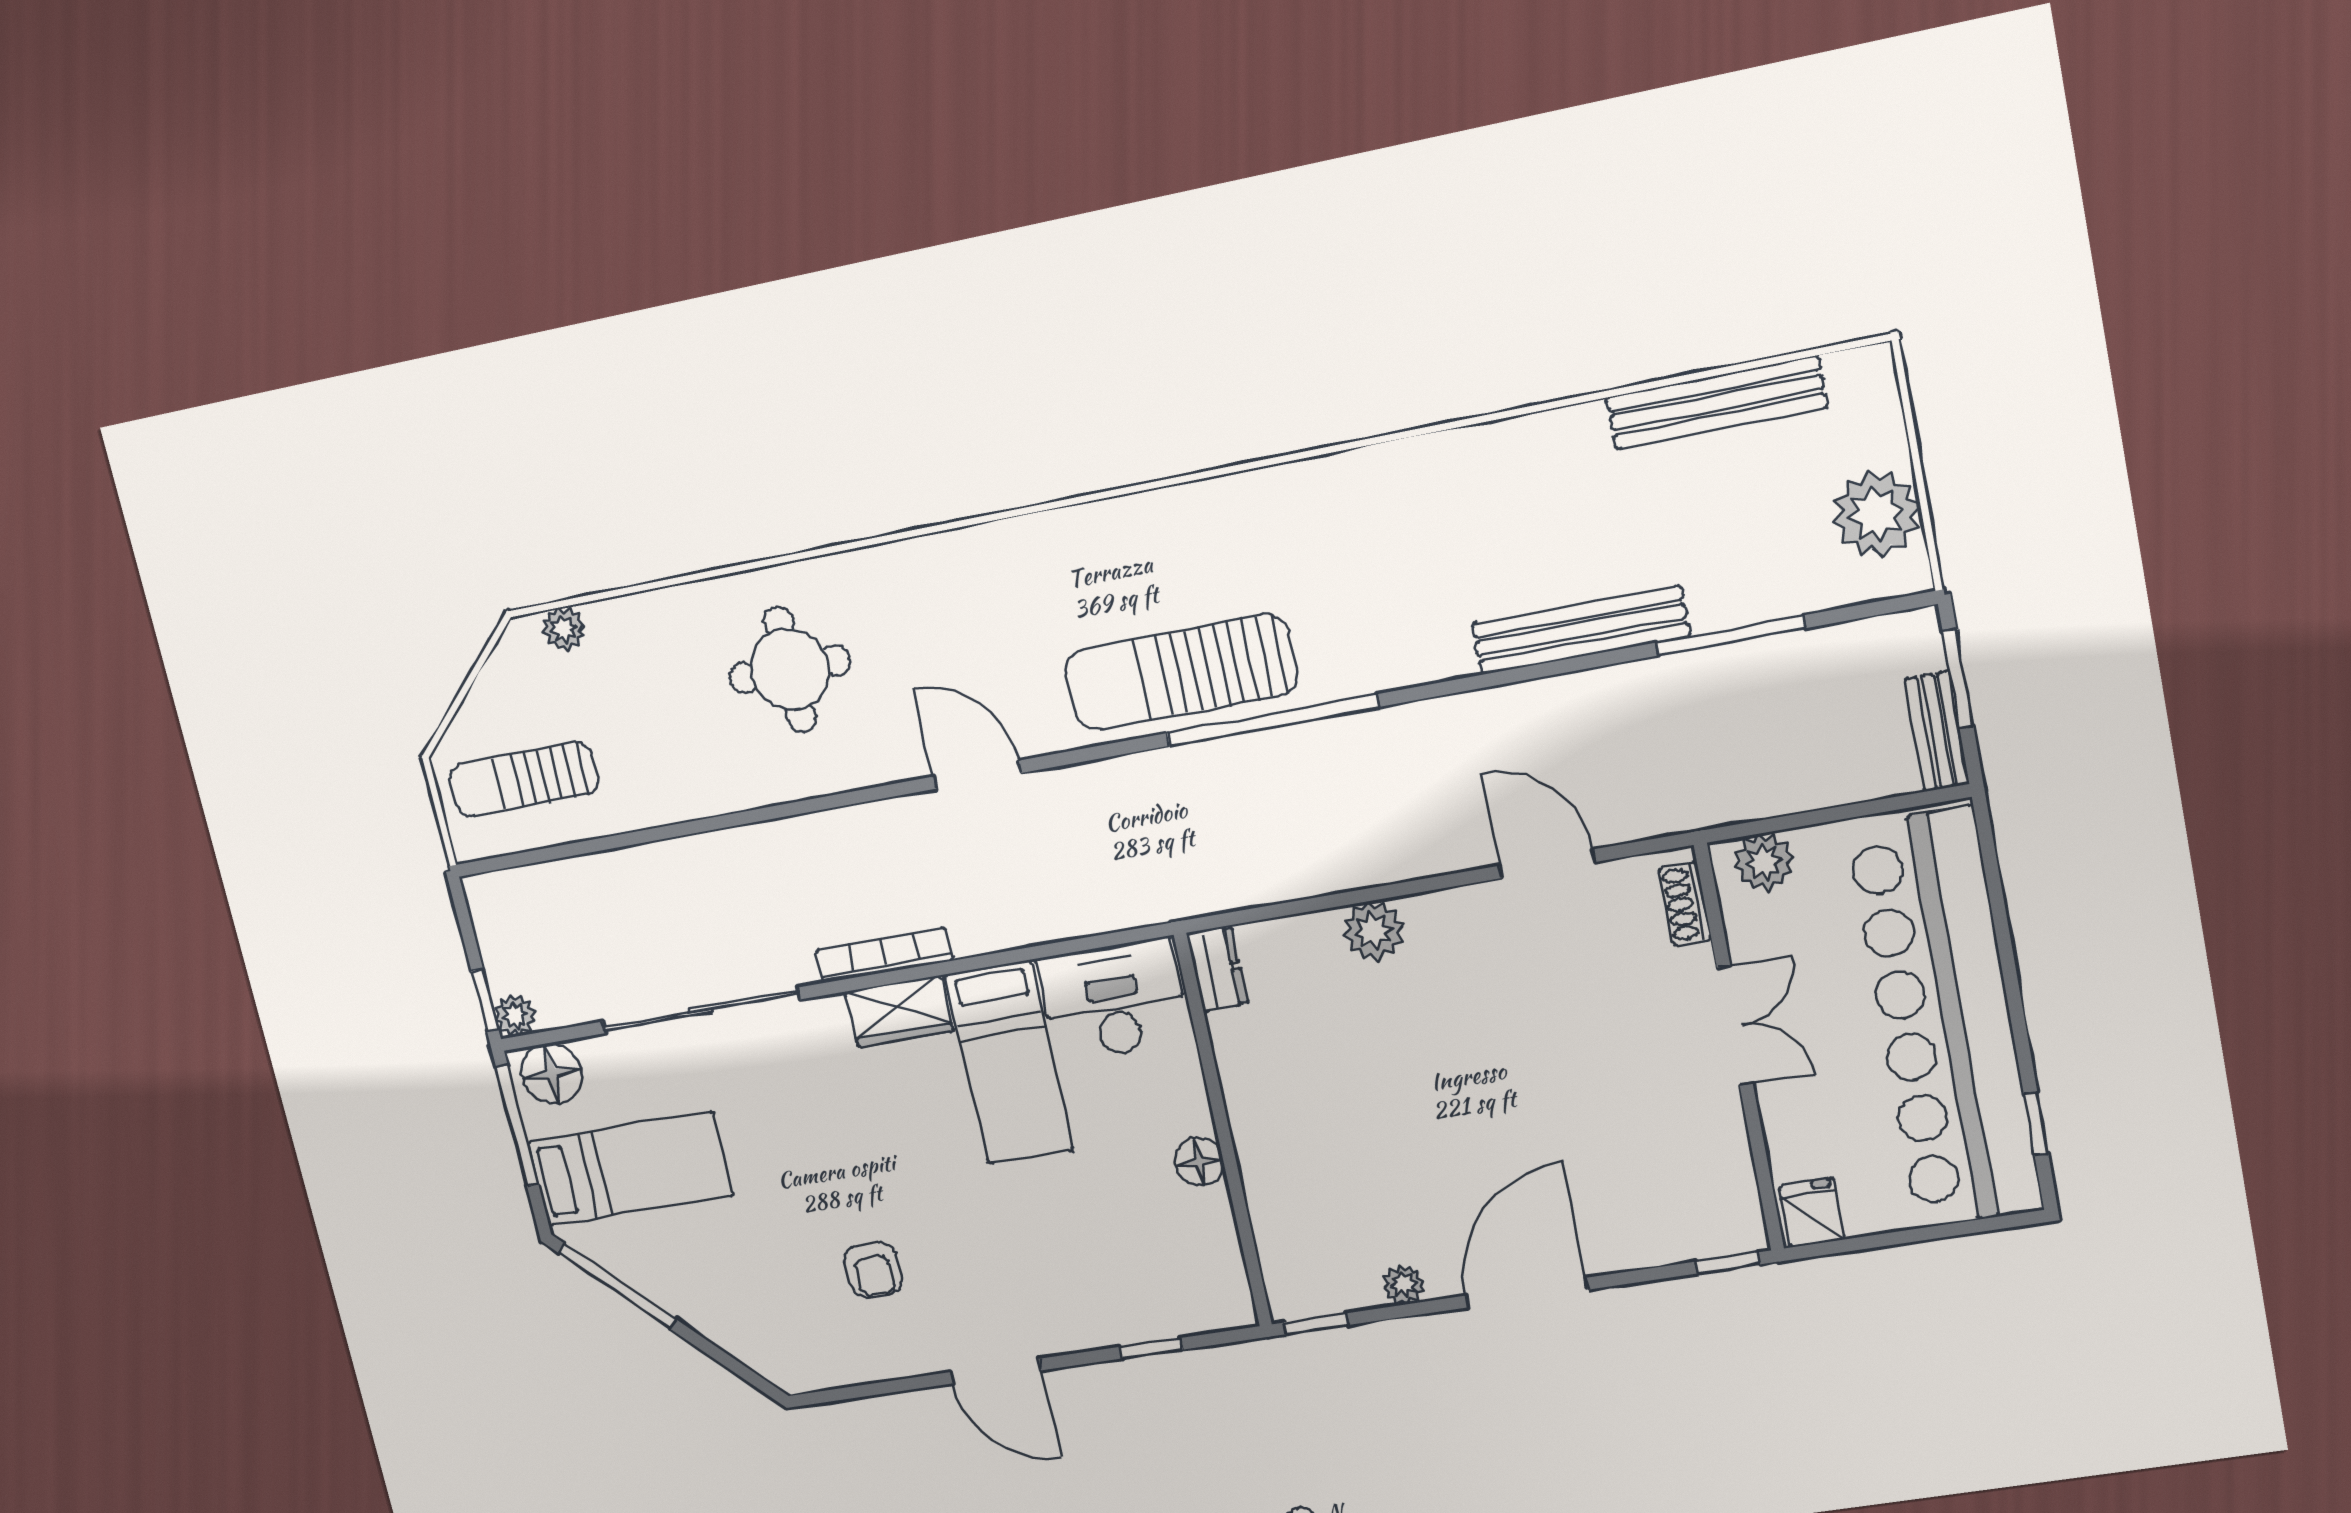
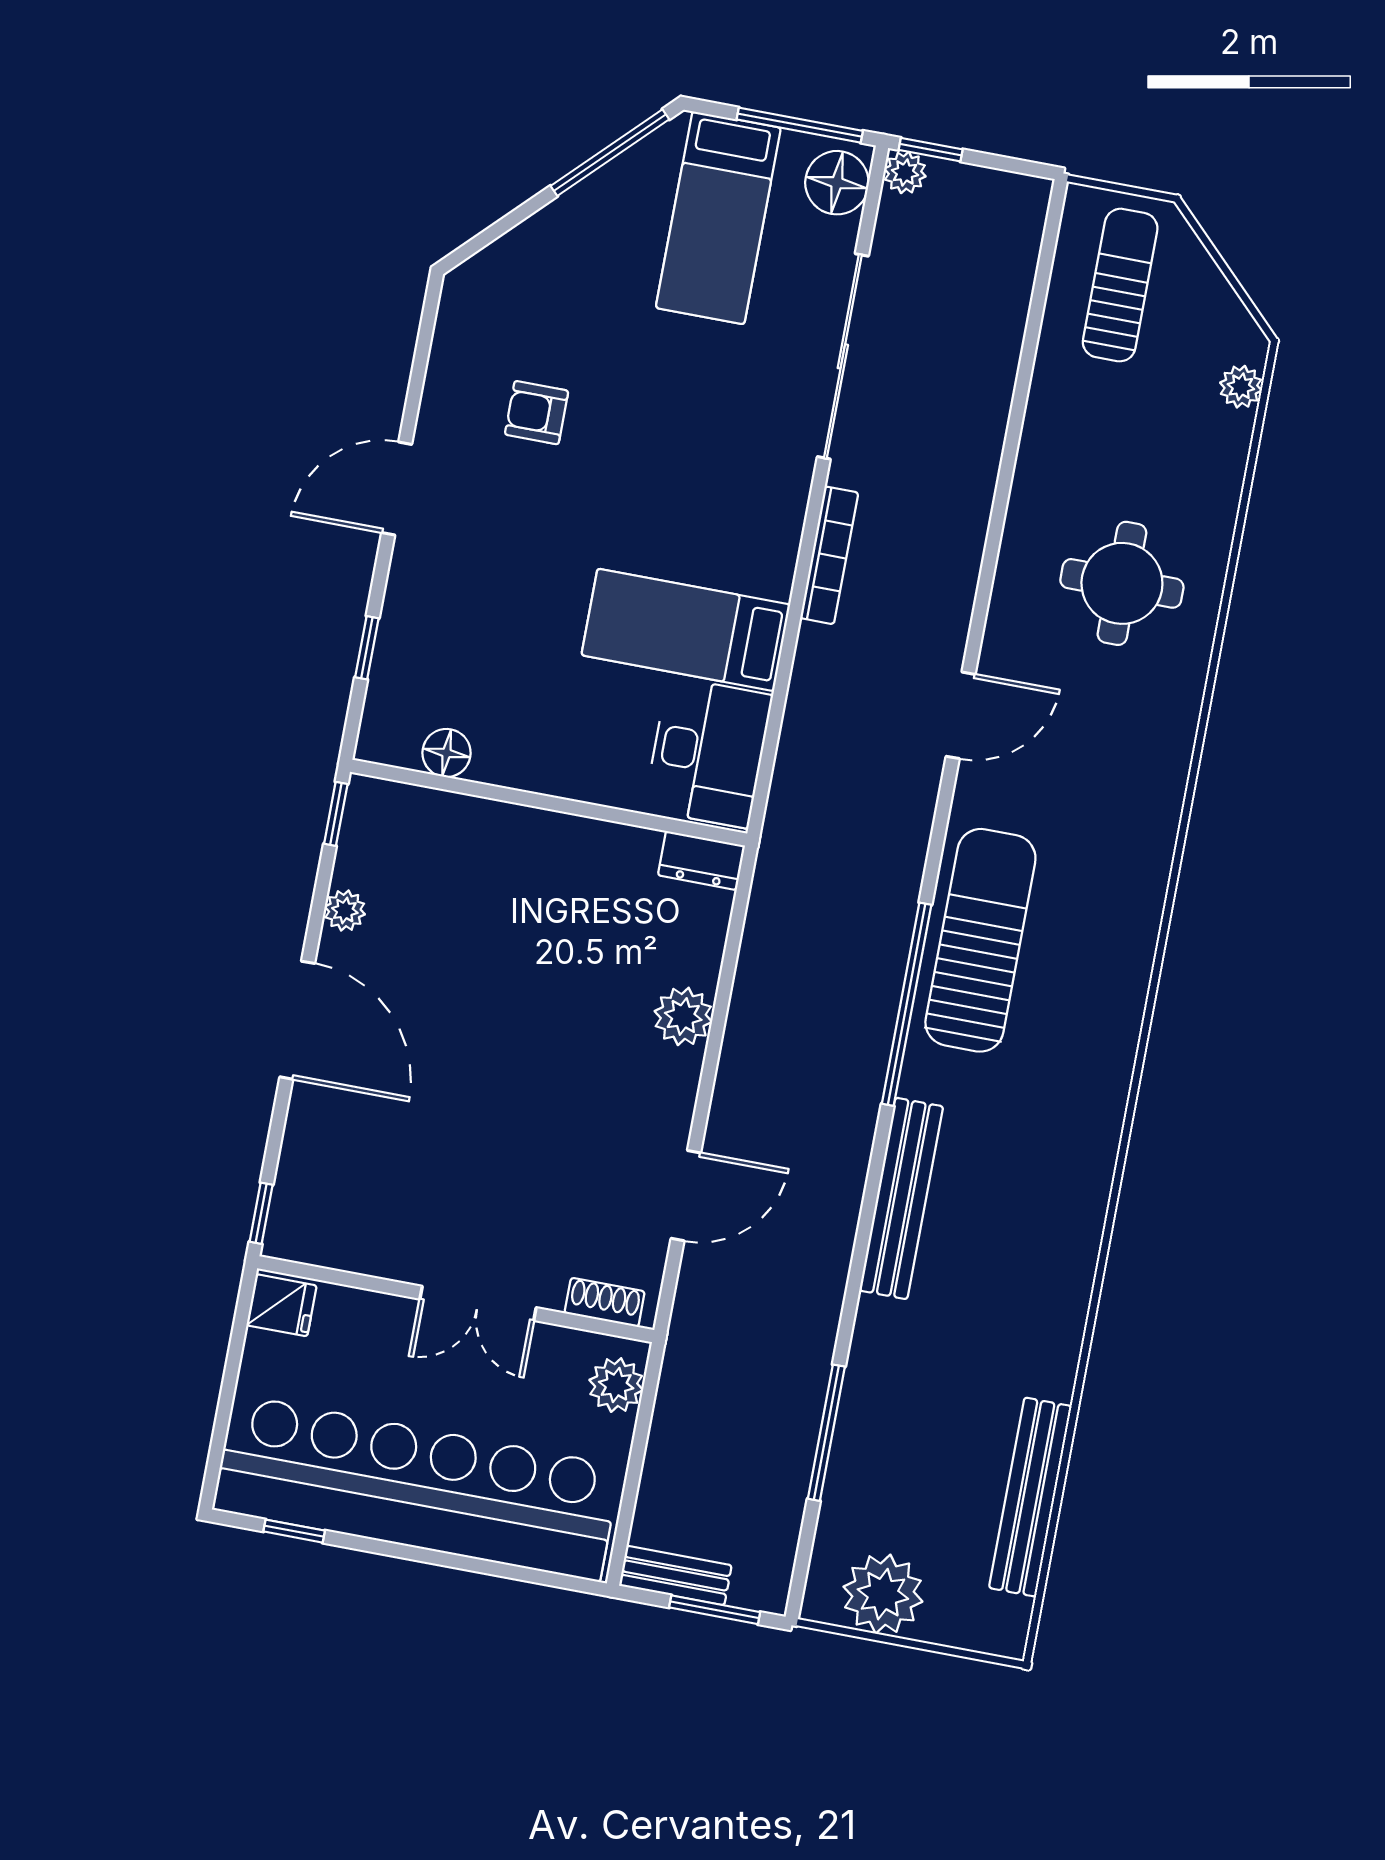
bench: (1581, 630) -> (901, 1198), moved
wardrobe: (899, 1011) -> (772, 547), removed
floor lamp: (1199, 1162) -> (447, 753), moved

